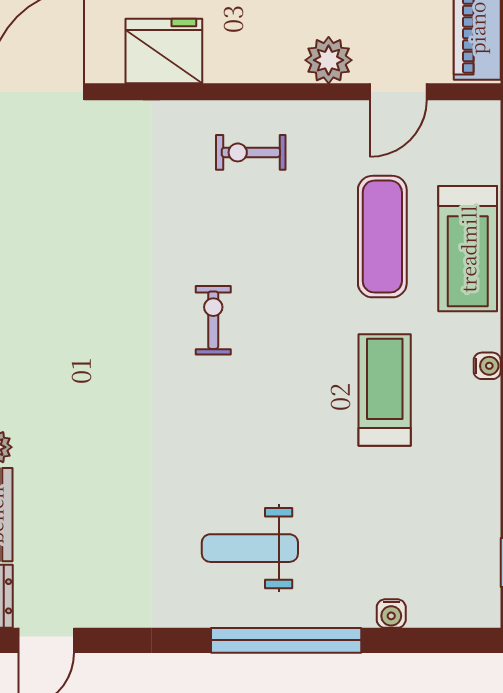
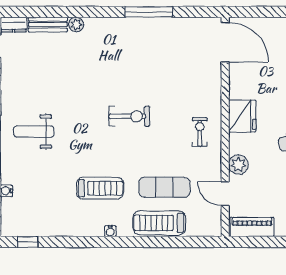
fridge: (164, 51) -> (242, 116), moved
exercise bike: (213, 320) -> (129, 116), width x1.38, depth x1.39
weight bench: (250, 548) -> (34, 132), turned -90

